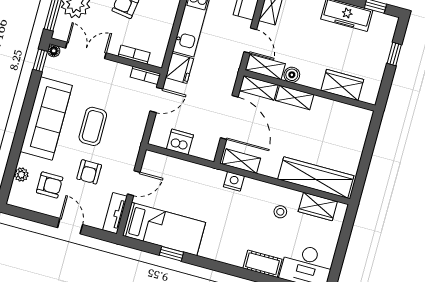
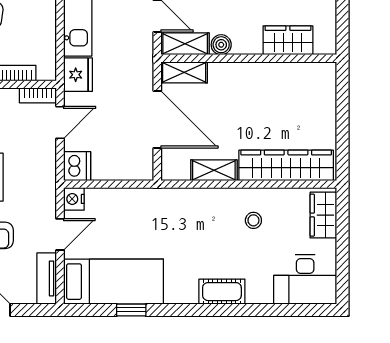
shelving: (295, 97) -> (232, 72), removed
dishwasher: (180, 142) -> (77, 166), moved, turned 90
shelving: (241, 161) -> (214, 170), moved
nightstand: (234, 181) -> (74, 199), moved, turned -90
wardrobe: (318, 206) -> (323, 215), moved, turned 90
cot: (263, 264) -> (222, 292), moved

